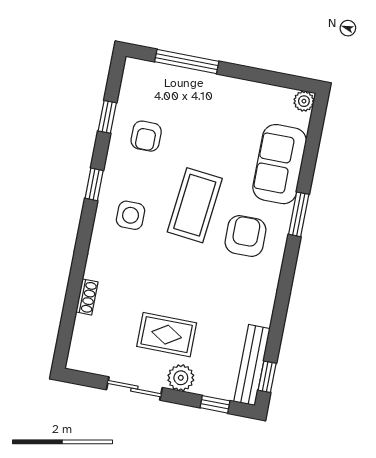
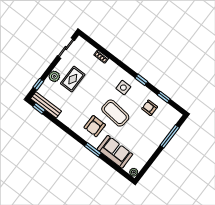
armchair: (246, 236) -> (95, 126), turned 90
sliding door: (134, 389) -> (66, 48), moved

